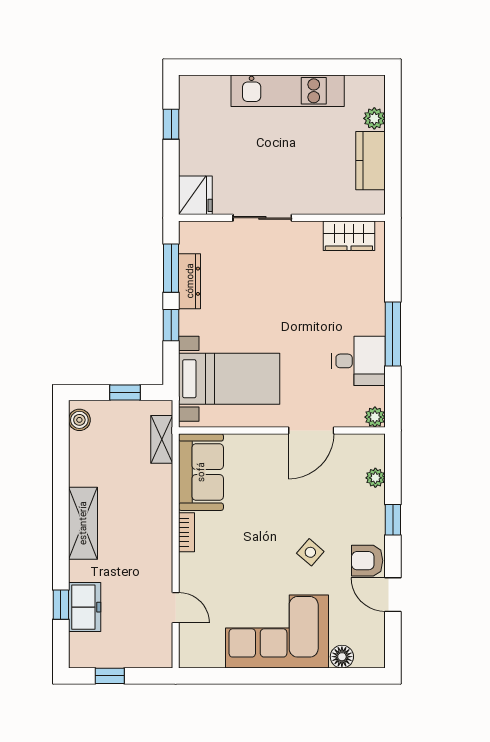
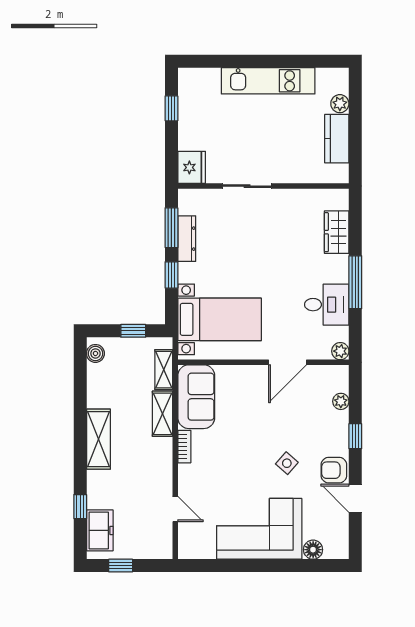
wardrobe: (349, 236) -> (337, 232), moved, turned 90
shelving: (160, 493) -> (163, 414), added
freezer: (85, 607) -> (100, 530), moved

